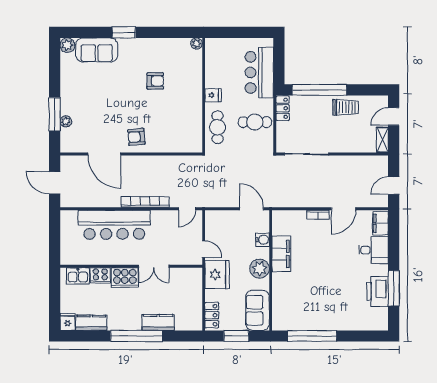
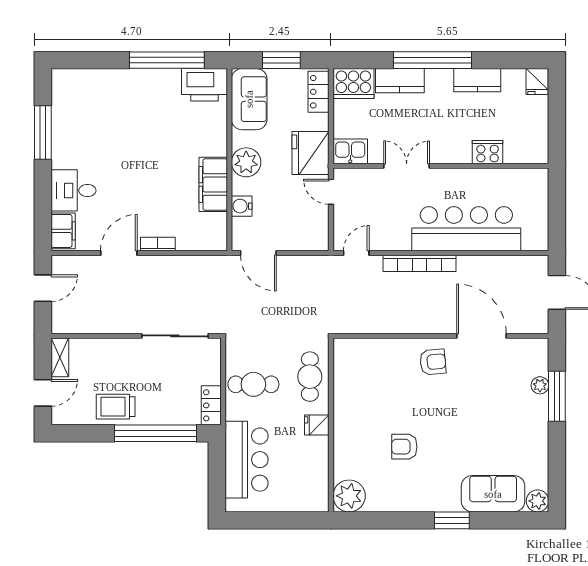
plant: (197, 44) -> (349, 496), width x1.87, depth x1.87
kitchen sink: (78, 276) -> (350, 151), moved
cooker: (125, 278) -> (353, 84), moved, turned 180
printer: (377, 292) -> (205, 85), moved, turned 90
kitchen counter: (91, 323) -> (477, 80), moved

